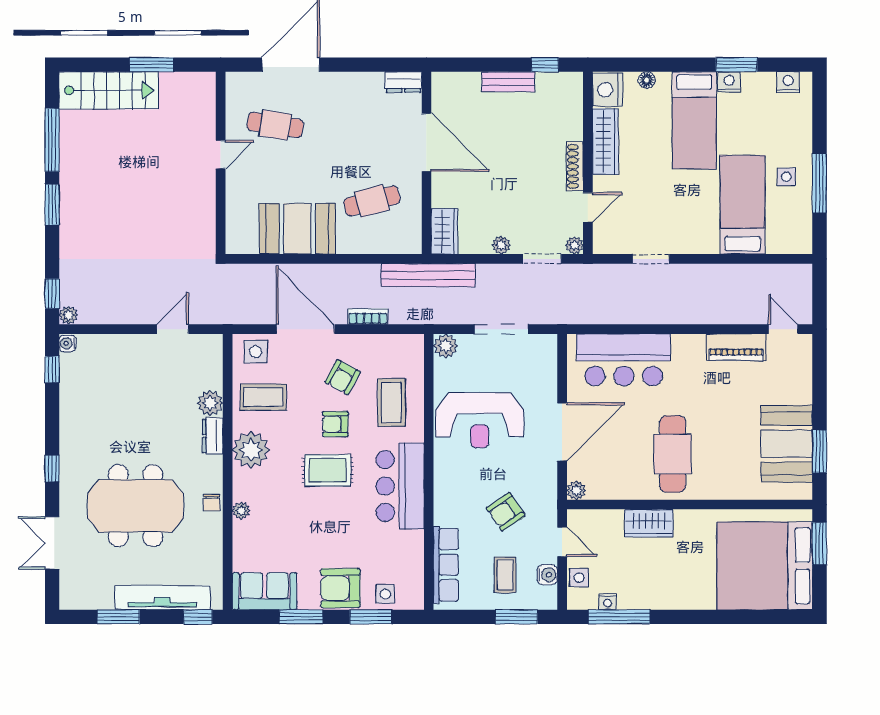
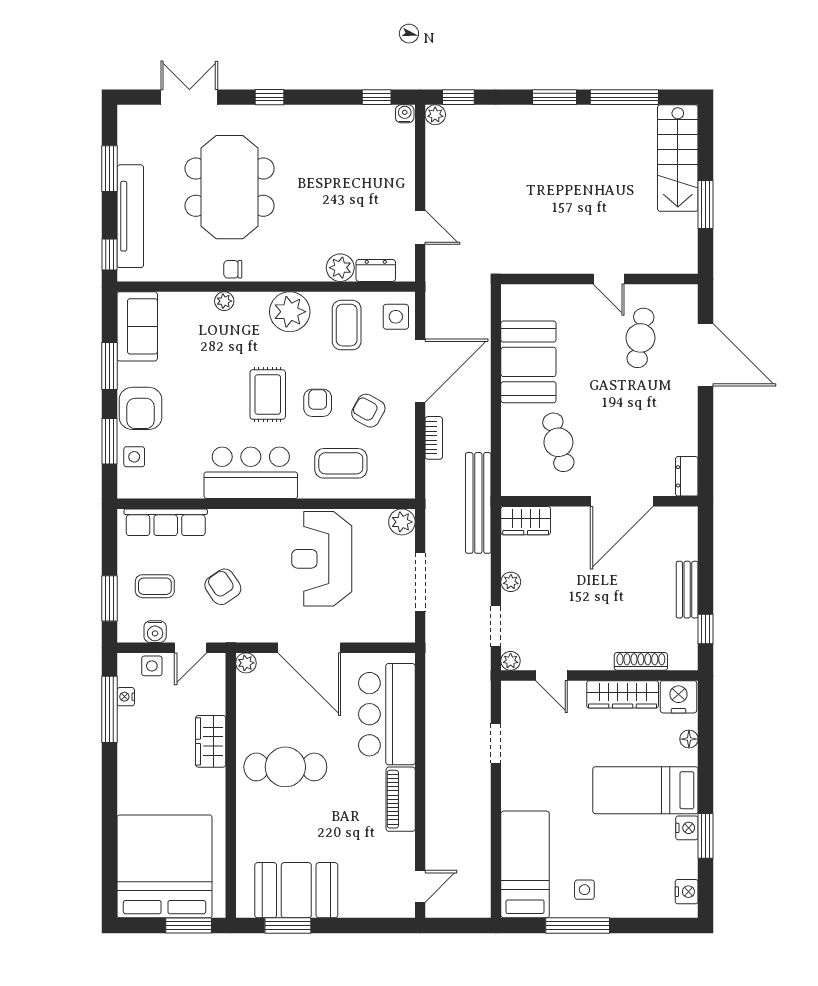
shoe rack: (575, 166) -> (641, 661), moved
bed: (743, 205) -> (525, 864), moved, turned -90
piano: (736, 347) -> (401, 799), moved
dresser: (213, 436) -> (376, 270), moved
armchair: (340, 588) -> (141, 408), turned 180

